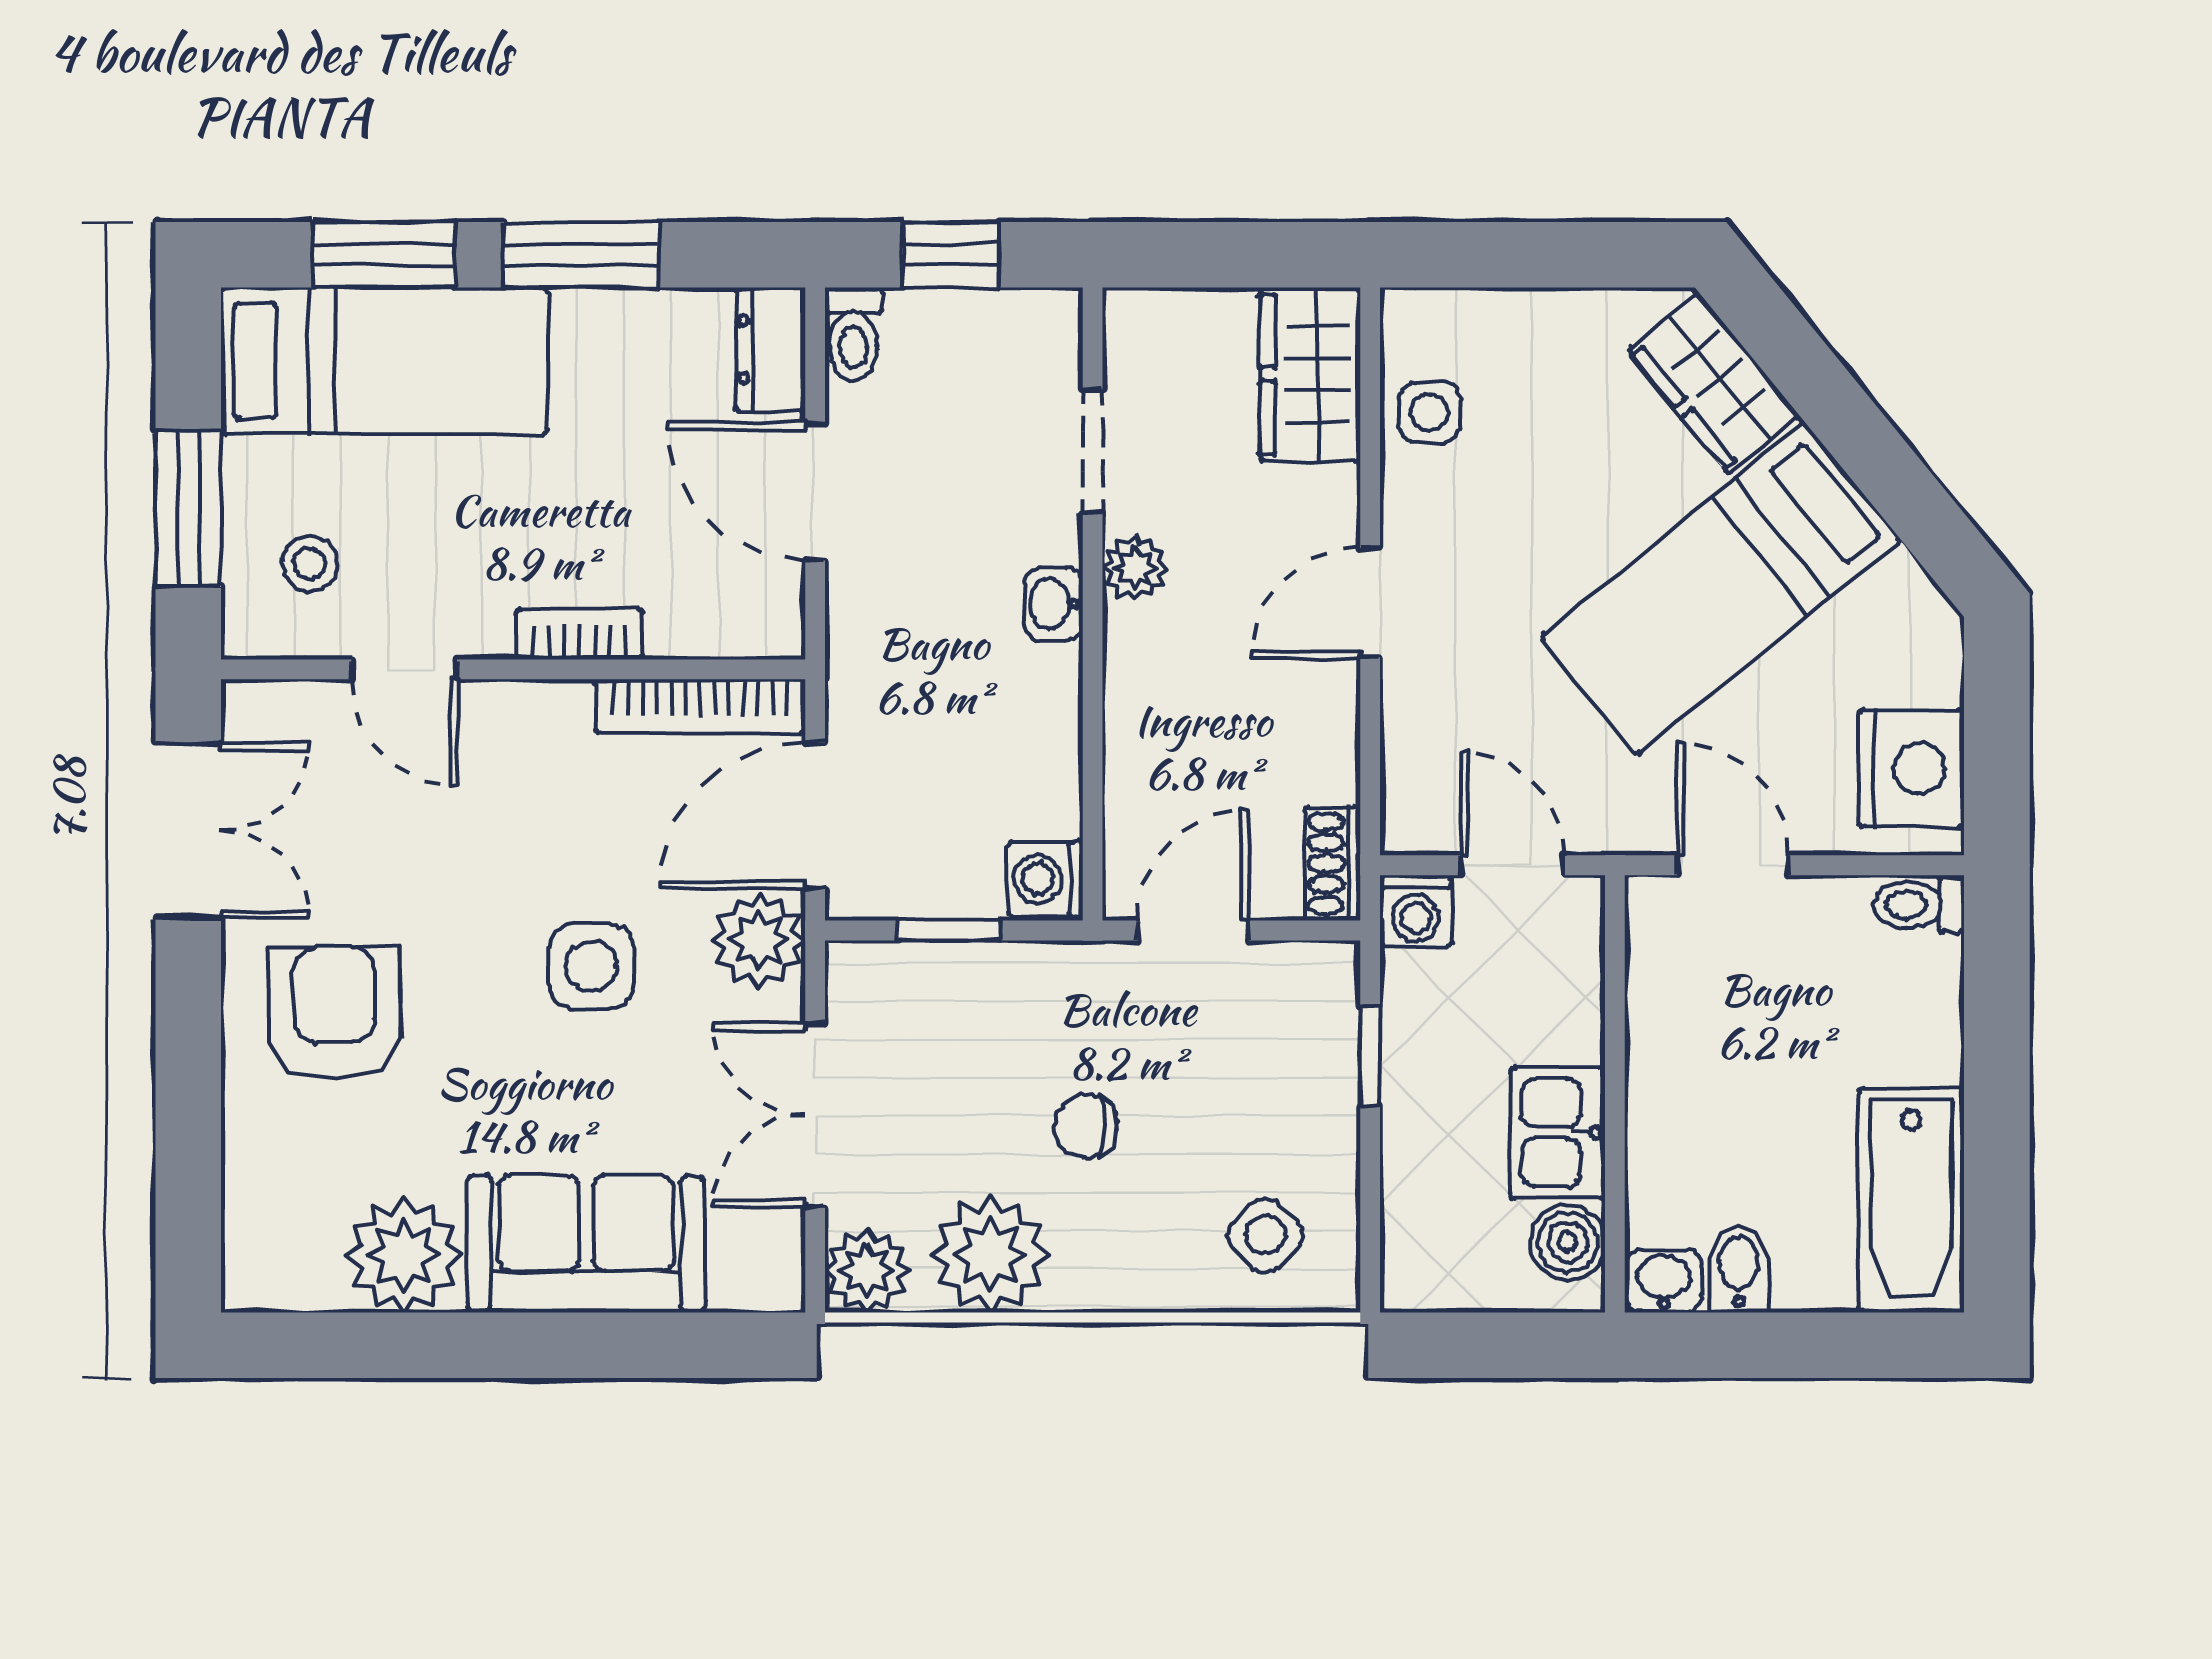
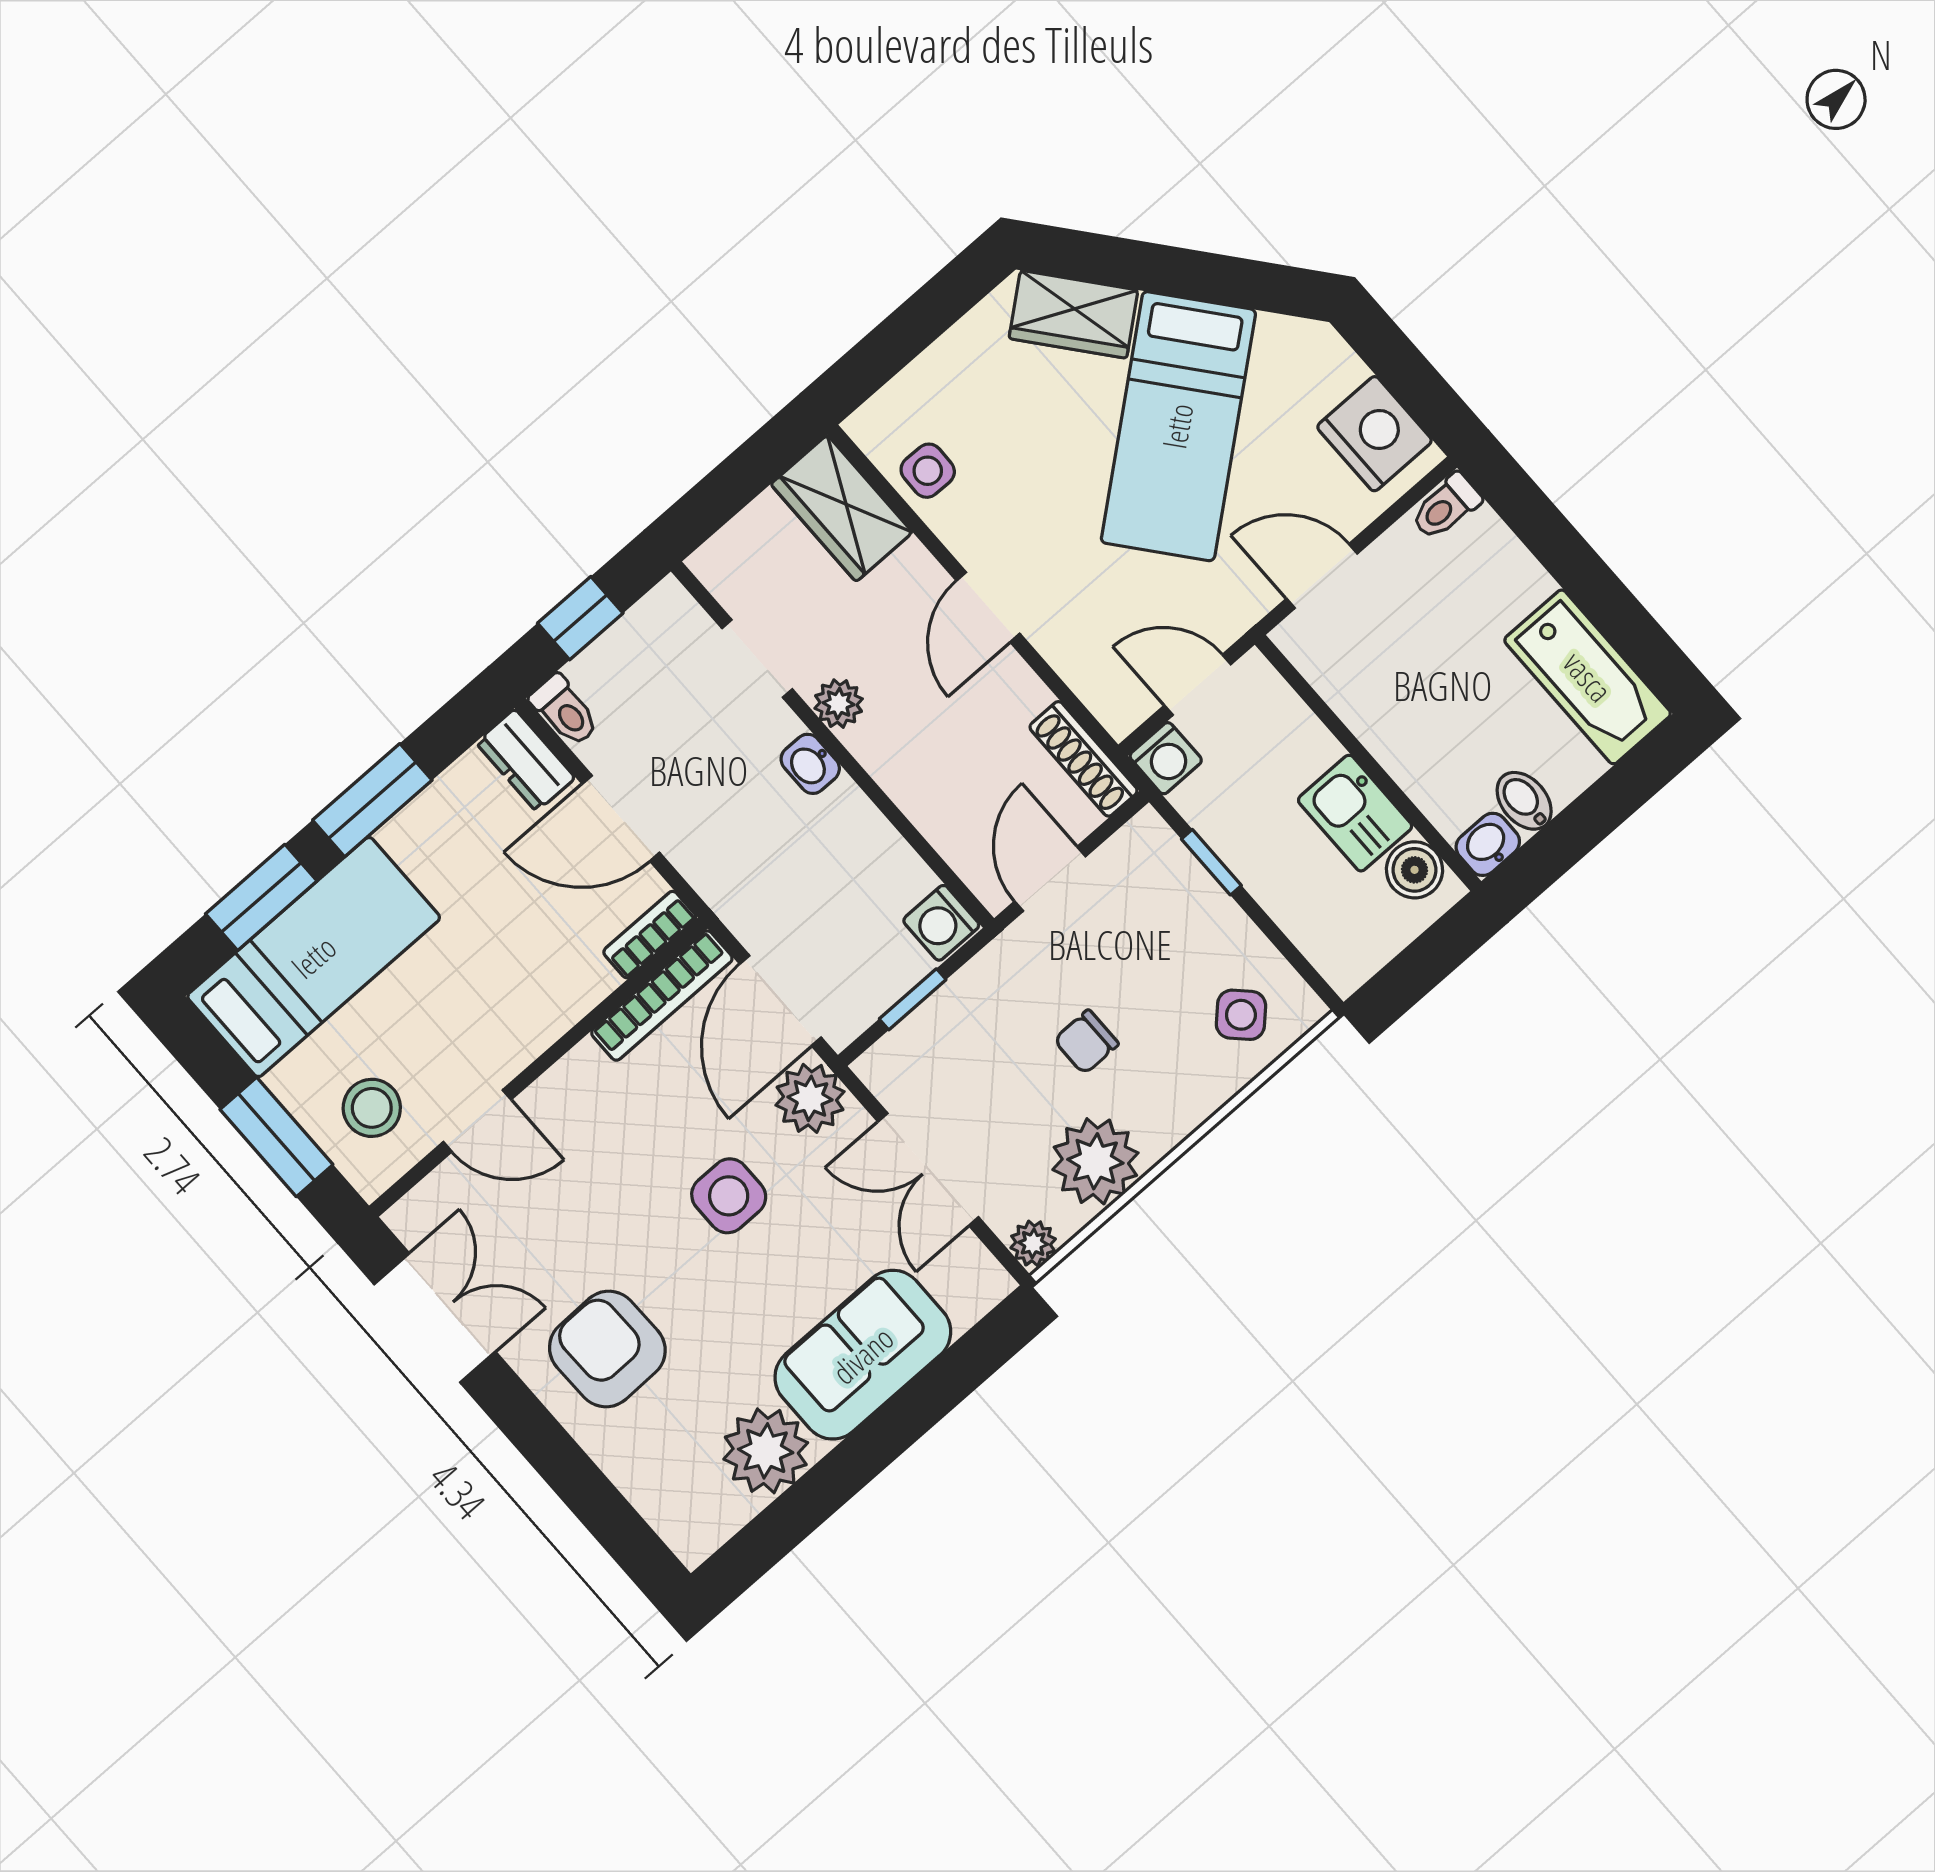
stool: (310, 564) -> (372, 1108), width x1.37, depth x1.37
bookcase: (579, 634) -> (650, 935), moved
shoe rack: (1333, 864) -> (1084, 759), width x1.43
plant: (867, 1271) -> (1033, 1243), width x0.73, depth x0.73

